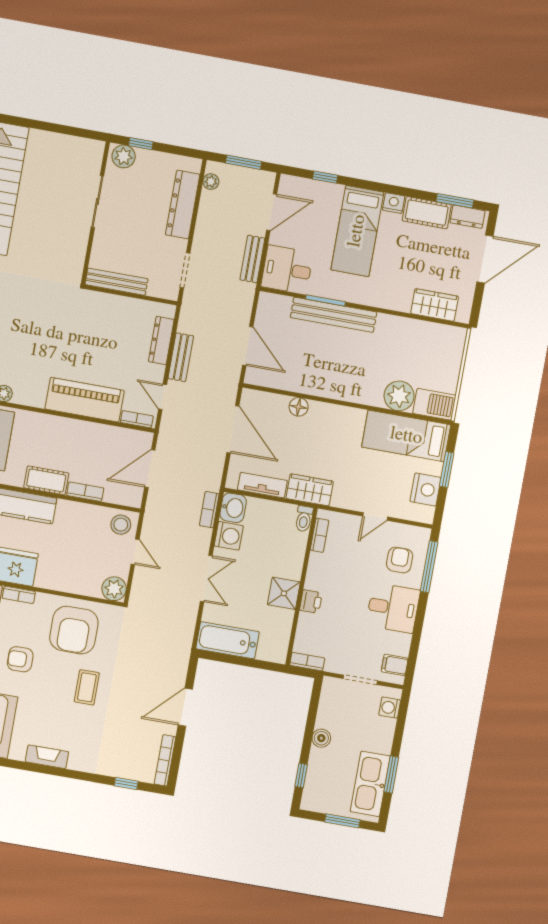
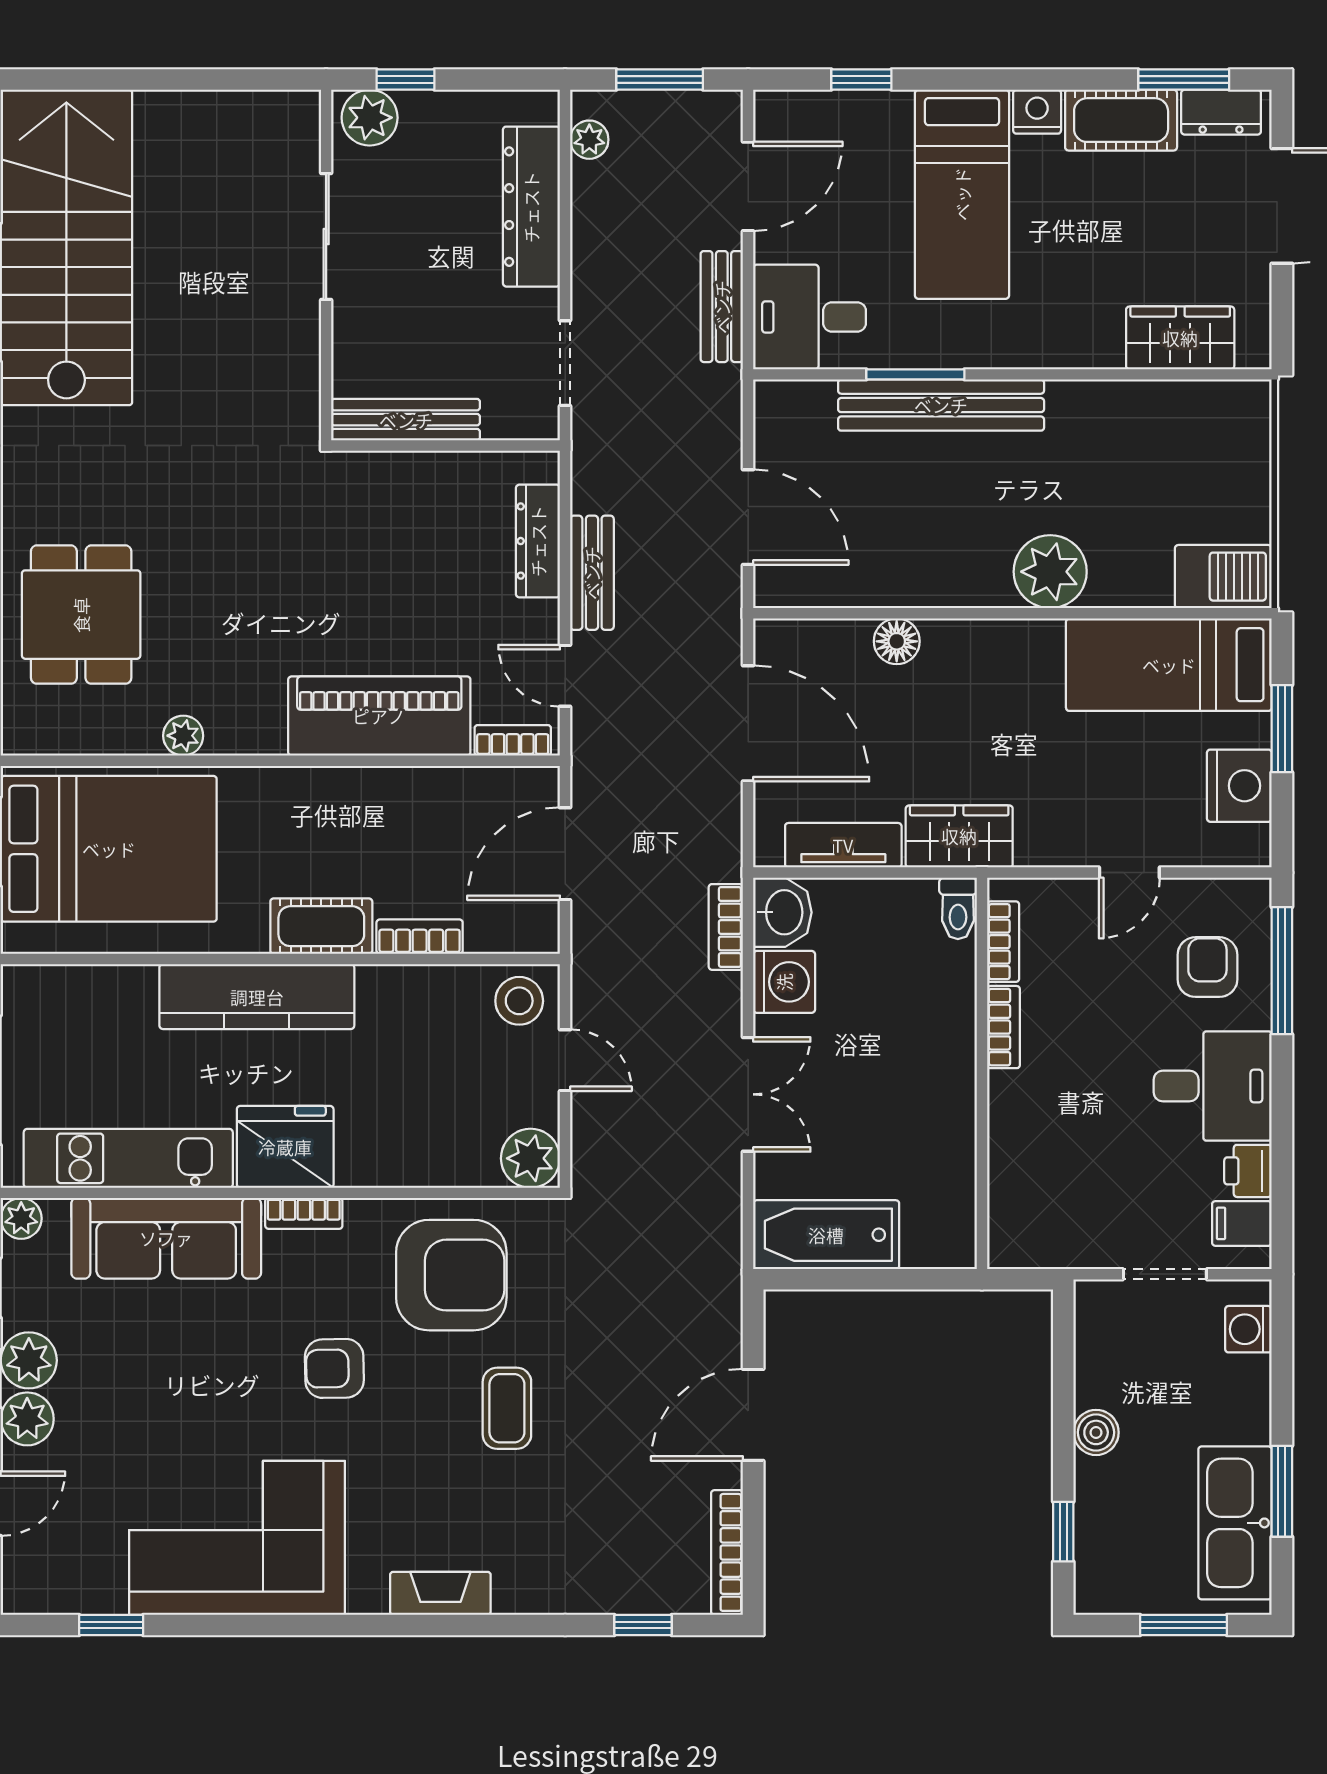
plant: (399, 396) -> (1050, 572), moved
shower: (284, 593) -> (942, 1097), removed
printer: (311, 602) -> (1248, 1171), moved, turned 180
armchair: (74, 630) -> (451, 1275), turned -90
bookcase: (307, 662) -> (1003, 1027), moved, turned 90

